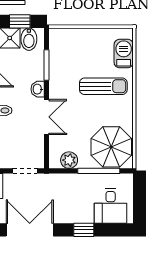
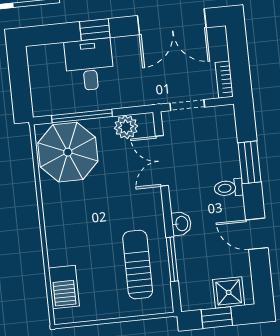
bidet: (29, 39) -> (201, 294), removed
sun lounger: (103, 86) -> (138, 265), moved, turned 90
double door: (47, 117) -> (162, 161), moved
desk: (111, 206) -> (89, 65), moved

